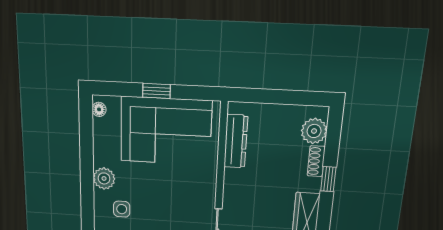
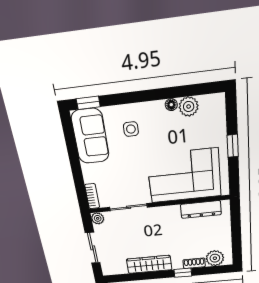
floor lamp: (99, 109) -> (171, 105), moved
corner sofa: (166, 131) -> (184, 176), moved, turned 90
plant: (104, 178) -> (189, 106), moved

